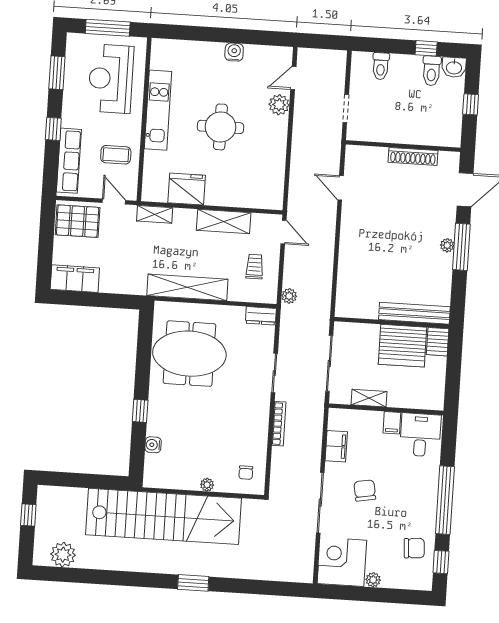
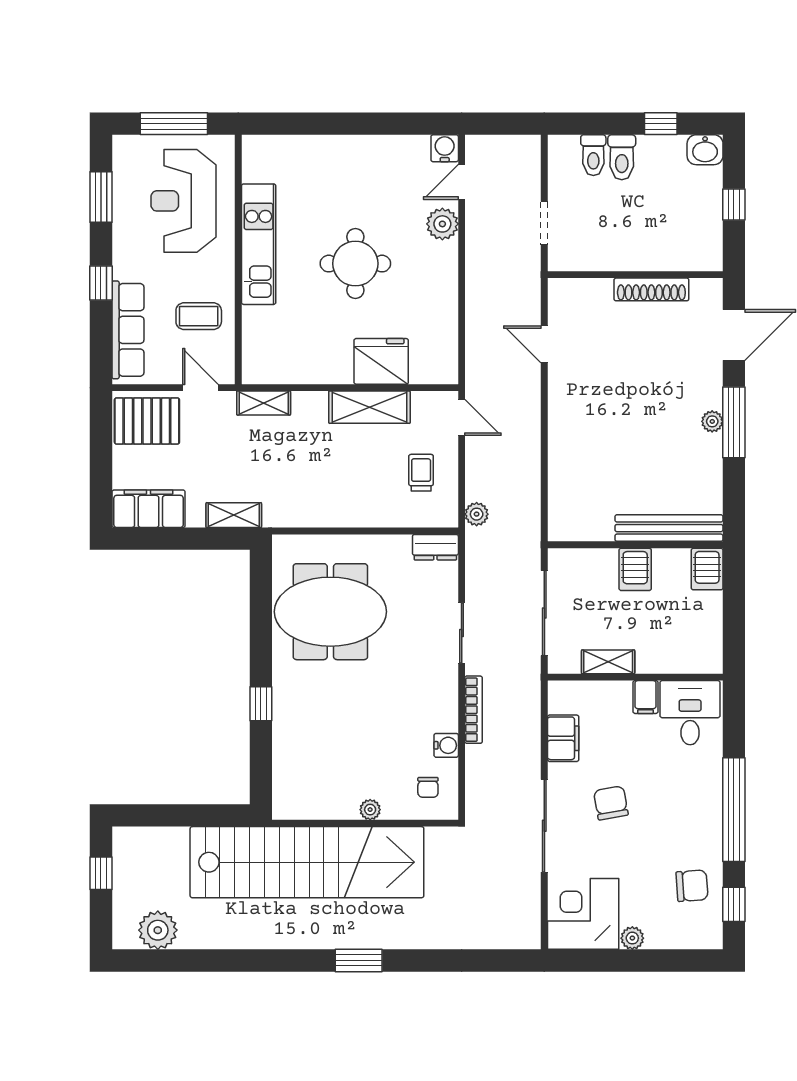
water cooler: (234, 52) -> (445, 148), moved
toilet: (432, 71) -> (622, 157), moved
fridge: (187, 189) -> (381, 361), moved
shelving: (187, 287) -> (234, 515), moved, width x0.45, depth x0.75
server rack: (403, 346) -> (635, 569), width x0.46, depth x0.70
water cooler: (153, 445) -> (446, 745), moved, turned 180

